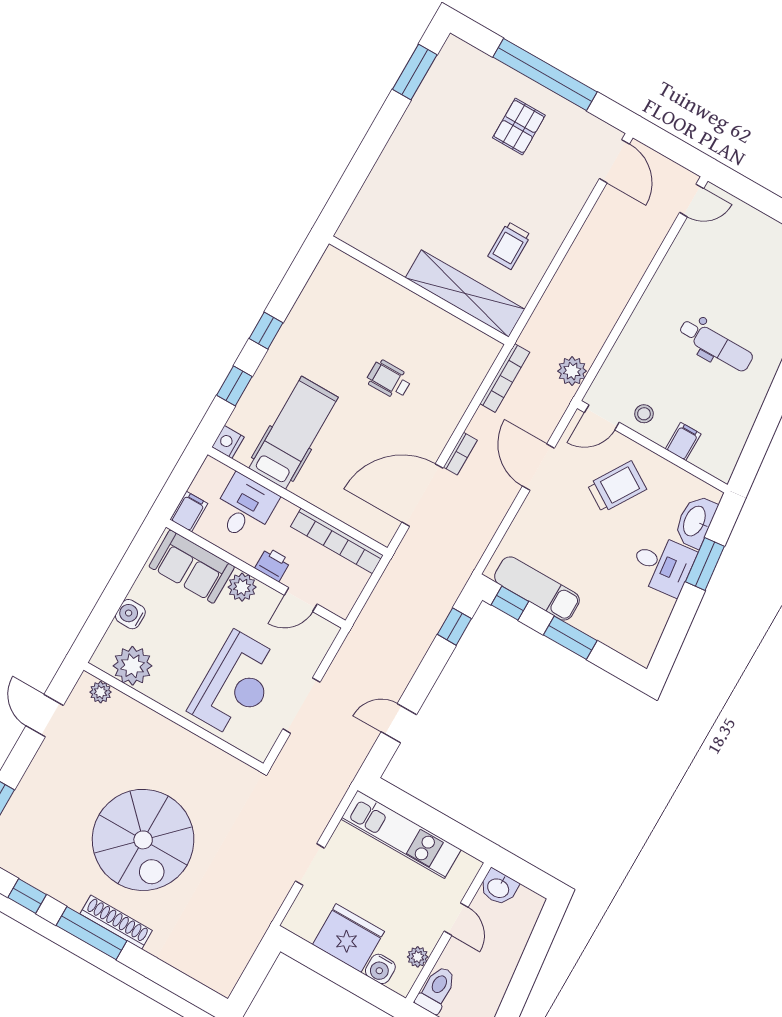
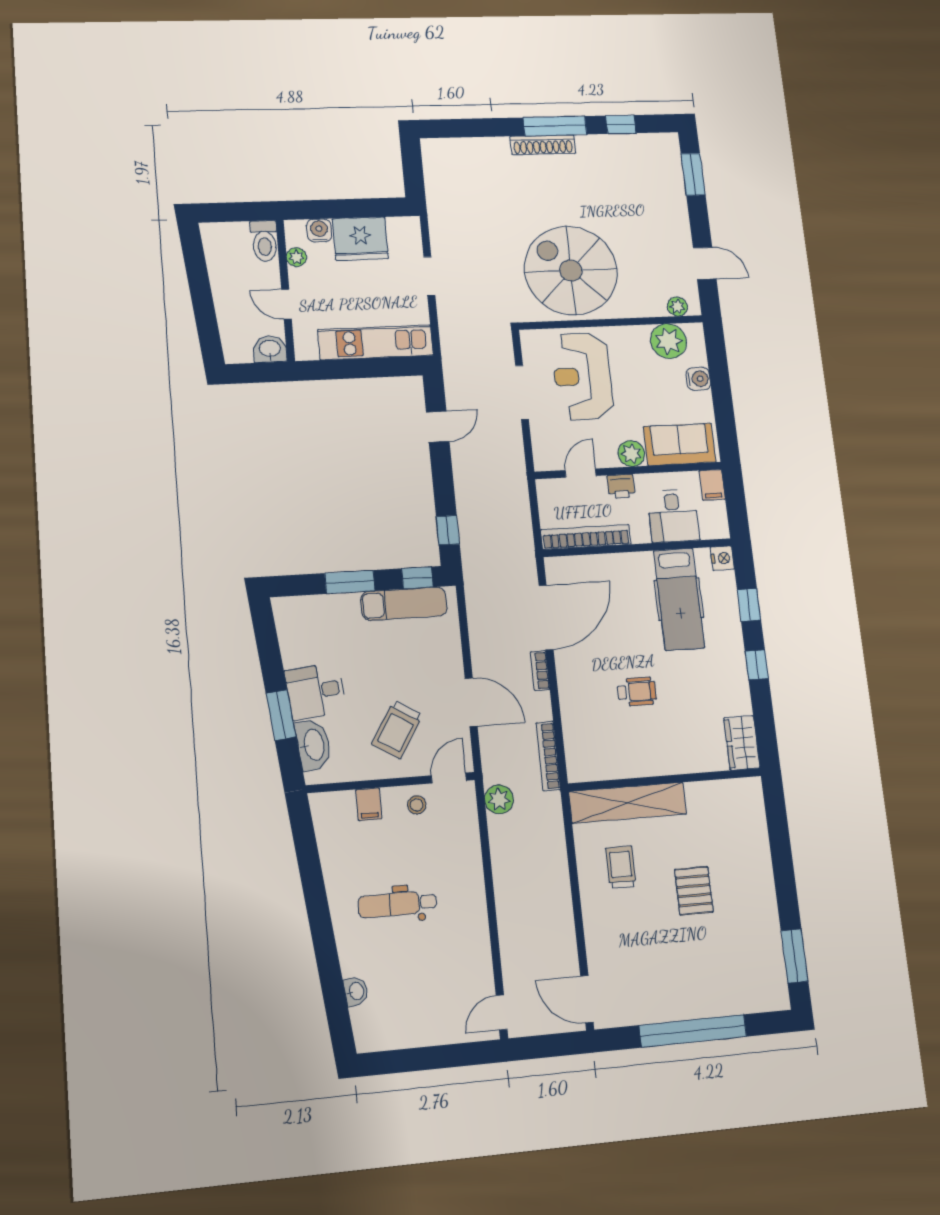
pallet: (519, 127) -> (694, 891), moved
wardrobe: (329, 275) -> (742, 743), added
spiral stairs: (143, 840) -> (571, 270), moved

